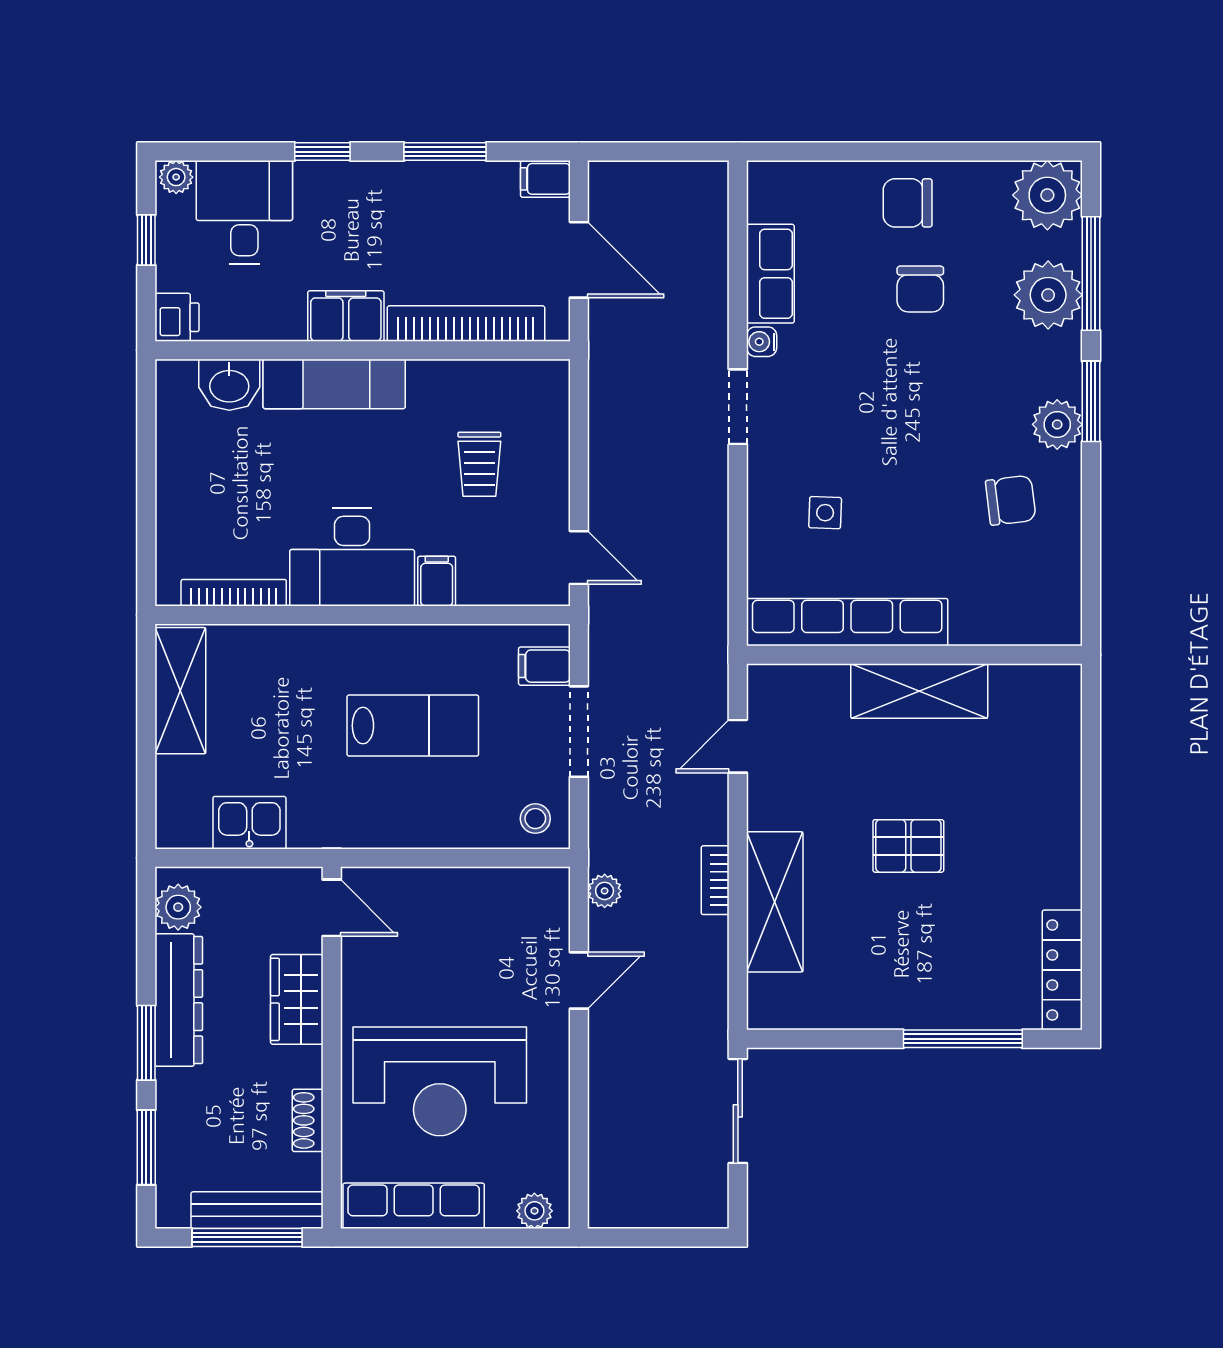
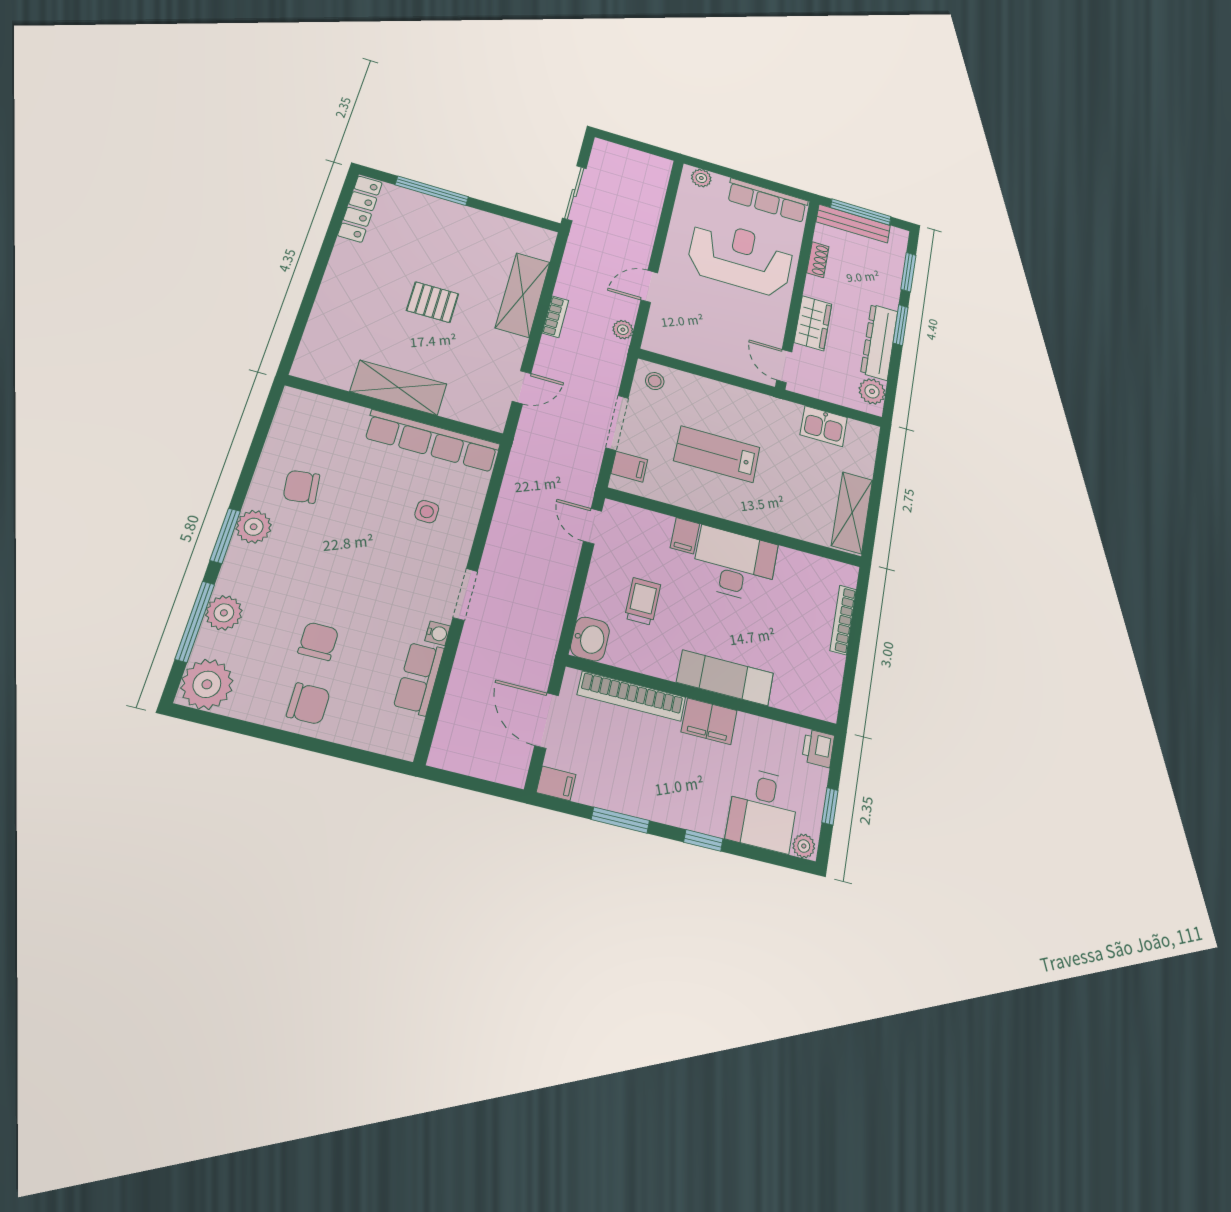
plant: (1048, 295) -> (224, 613), width x0.73, depth x0.73
washbasin: (229, 385) -> (590, 639), moved, turned 90
bookcase: (234, 593) -> (843, 620), moved, turned 90

